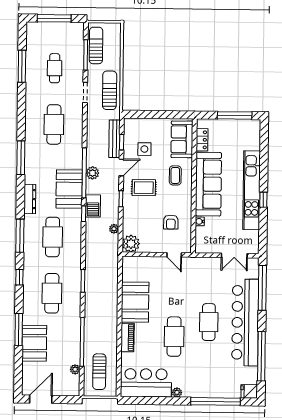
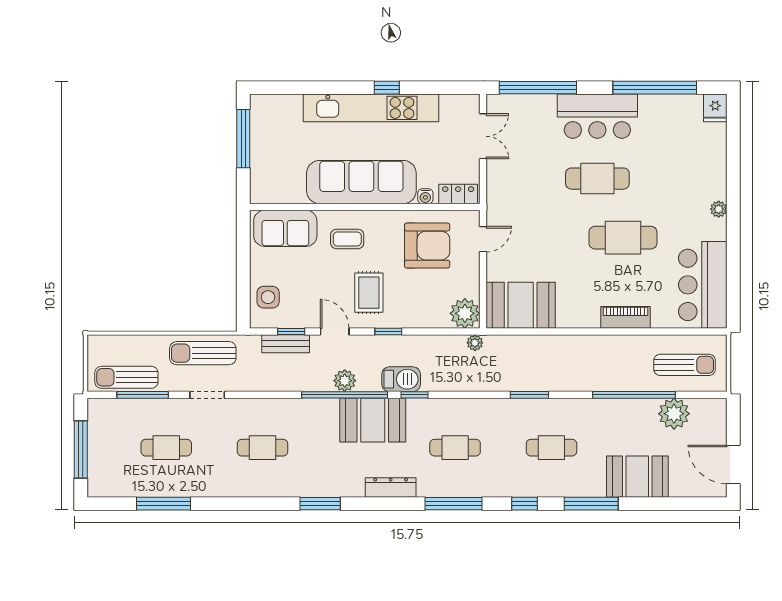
cafe table: (54, 124) -> (262, 448), width x0.73, depth x0.74
bench: (114, 139) -> (286, 344), width x0.73
locker: (202, 140) -> (458, 194), moved
side table: (144, 149) -> (268, 297), moved
window: (21, 158) -> (320, 504), width x0.69
armchair: (171, 222) -> (427, 246), width x1.88, depth x1.88
plant: (114, 229) -> (475, 343), moved
cafe table: (53, 237) -> (455, 448), width x0.73, depth x0.74
cafe table: (52, 293) -> (551, 448), width x0.73, depth x0.74
booth: (135, 302) -> (521, 305), moved
bar counter: (245, 322) -> (597, 116), width x0.54
window: (19, 329) -> (591, 504), moved
plant: (75, 369) -> (674, 414), width x1.87, depth x1.87
plant: (177, 392) -> (719, 209), moved
window: (215, 401) -> (733, 165), removed

